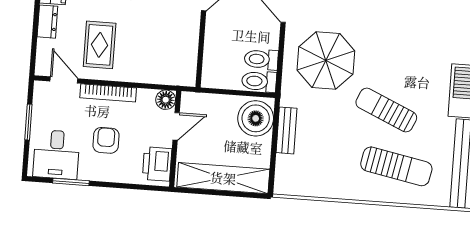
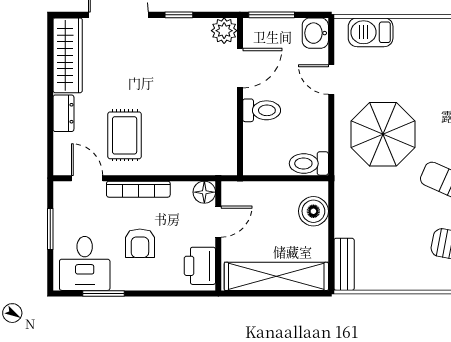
toilet: (261, 59) -> (262, 110), moved, turned 180
boiler: (256, 118) -> (313, 211), width x0.73, depth x0.73
bench: (287, 130) -> (344, 264), moved
armchair: (106, 140) -> (140, 243), turned 180

